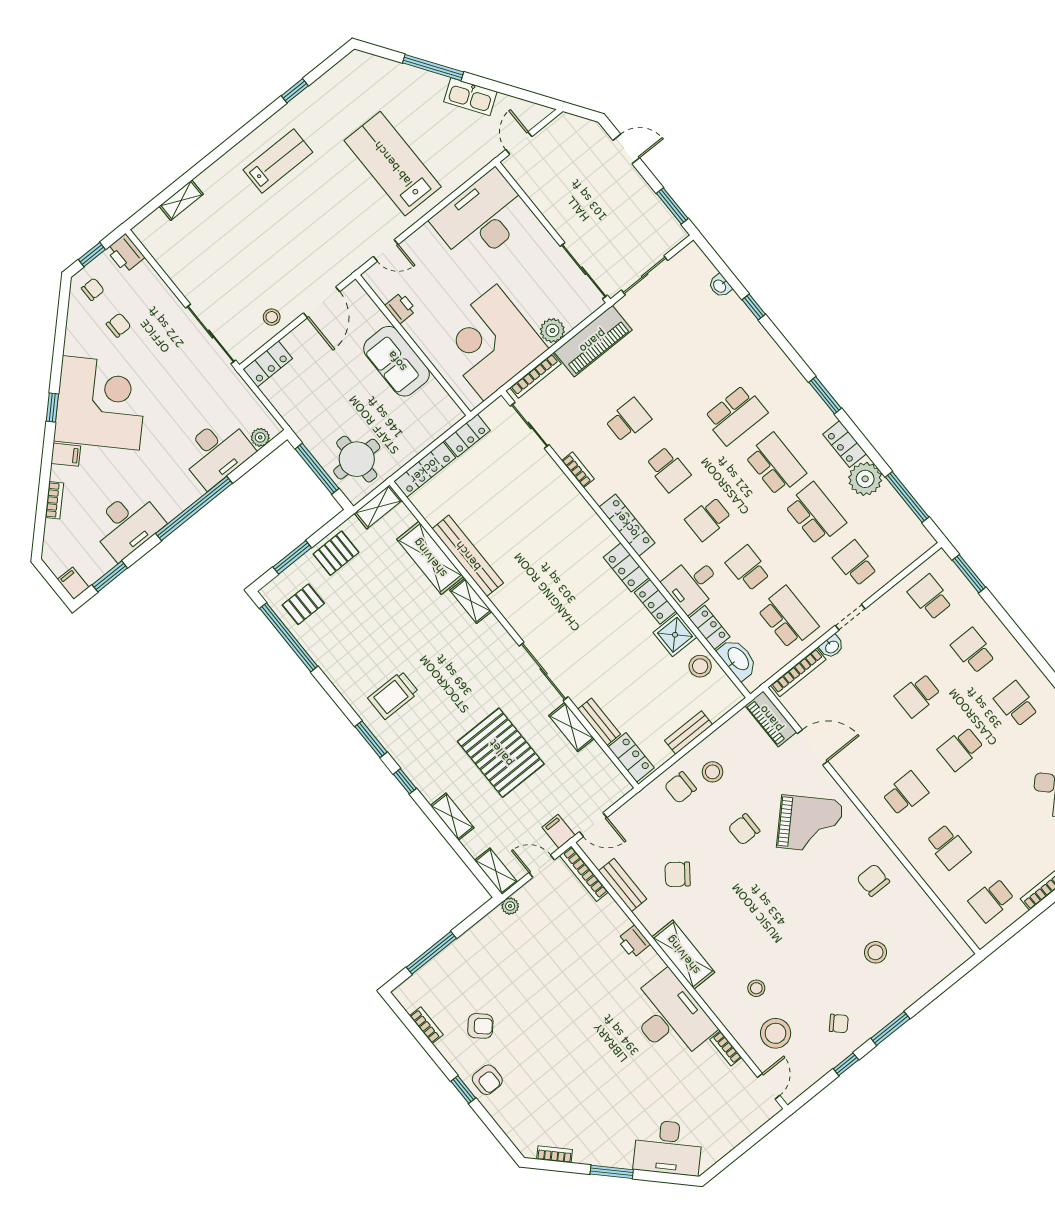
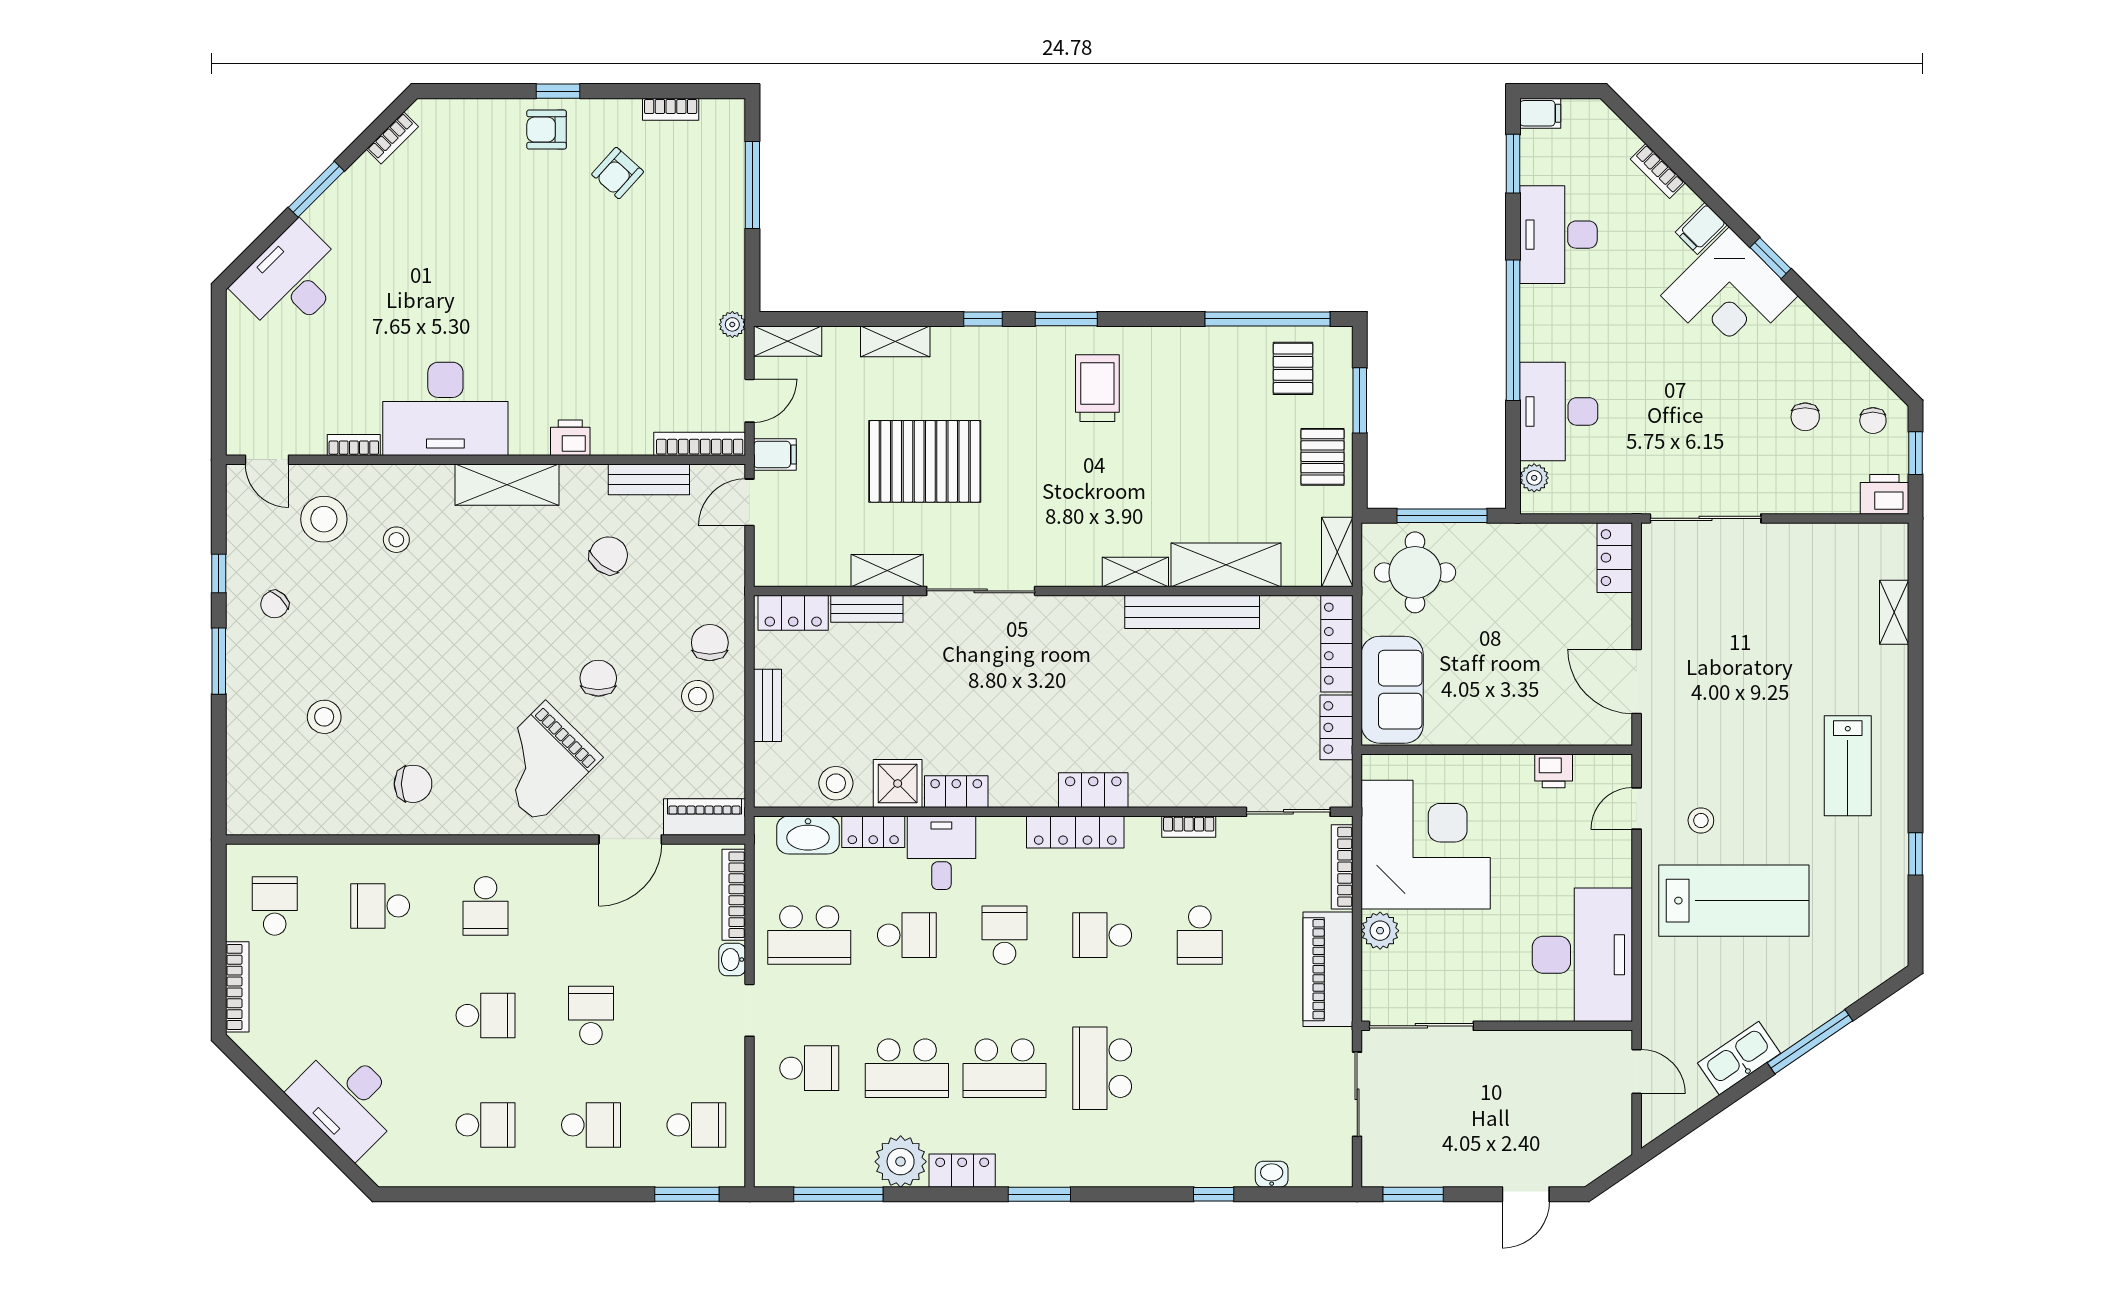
stool: (272, 317) -> (1701, 820), moved
sofa: (397, 361) -> (1392, 690), moved, turned 90
corner desk: (101, 403) -> (1729, 296), width x0.74, depth x0.74
locker: (626, 567) -> (1093, 790), moved
school desk: (961, 749) -> (486, 1015), turned 90

